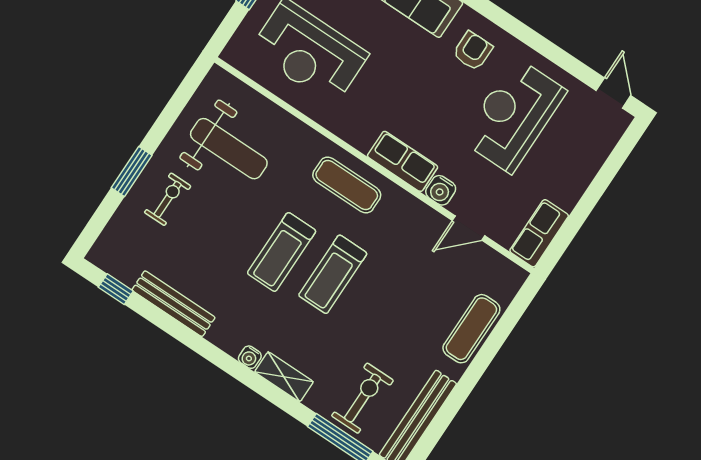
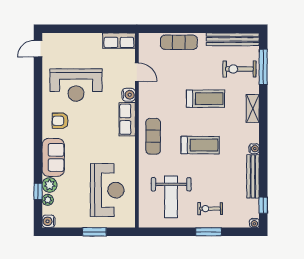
weight bench: (229, 149) -> (171, 197), turned 180
water cooler: (96, 256) -> (254, 223), added
treadmill: (333, 274) -> (205, 99), moved
water cooler: (250, 357) -> (254, 149), moved

